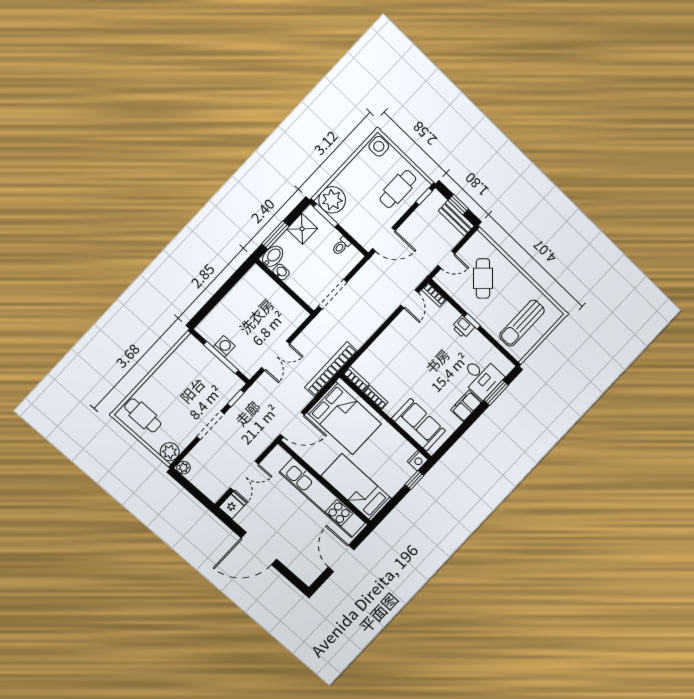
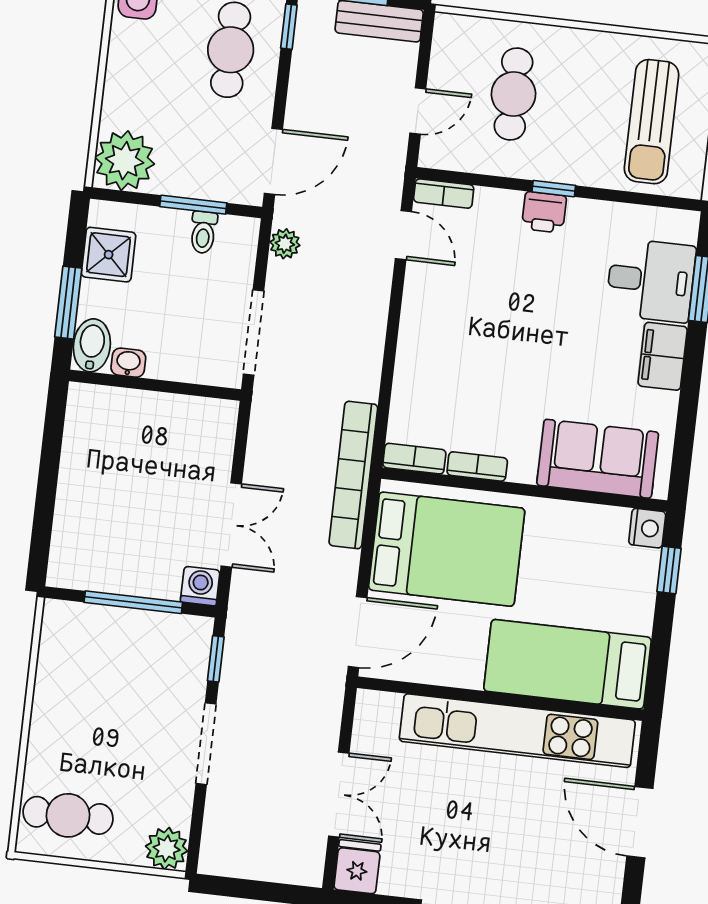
window: (326, 216) -> (193, 205), moved
cafe table: (483, 278) -> (513, 94), turned 44
washing machine: (224, 346) -> (200, 586), moved
plant: (183, 468) -> (285, 244), moved

